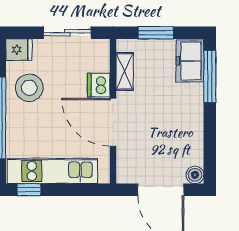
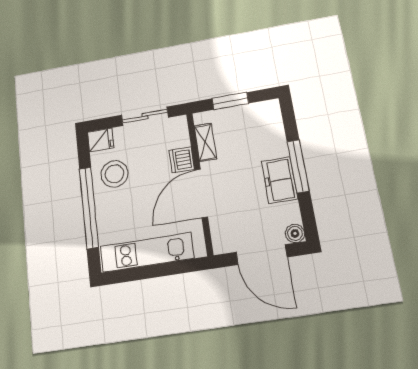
freezer: (190, 61) -> (280, 180), moved
window: (210, 77) -> (298, 166), moved
door: (113, 122) -> (201, 193), hinge flipped
window: (29, 190) -> (125, 276), removed

